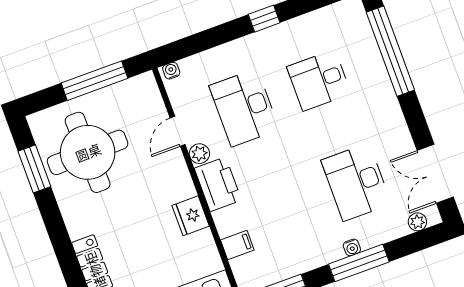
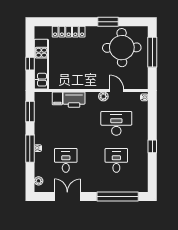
window: (94, 81) -> (152, 52), moved
window: (34, 169) -> (108, 22), moved
double door: (435, 174) -> (67, 196), moved
desk: (356, 182) -> (66, 160), width x0.73
printer: (218, 184) -> (74, 100), moved
fridge: (191, 216) -> (78, 83), removed

